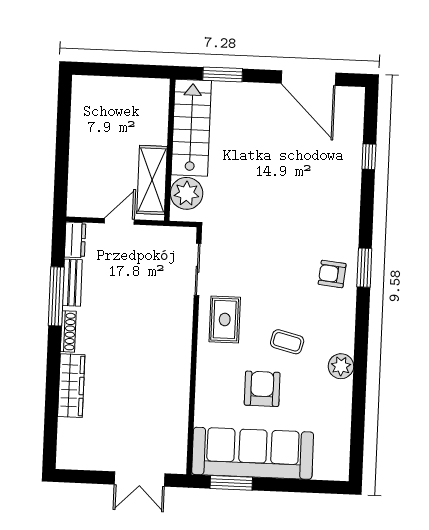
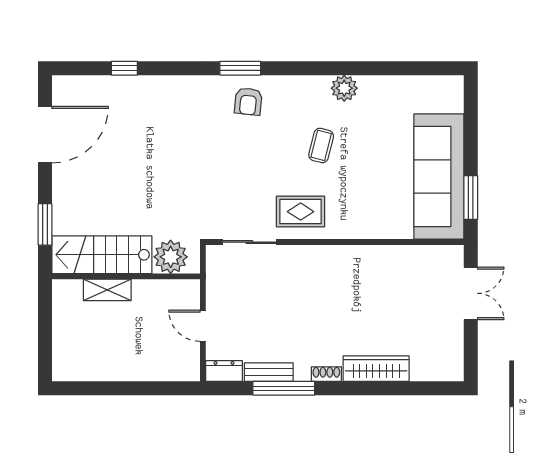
shelving: (152, 180) -> (107, 290), moved, width x0.67, depth x0.75
shoe rack: (68, 331) -> (326, 374), width x0.70
armchair: (262, 389) -> (371, 169), removed

